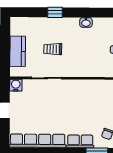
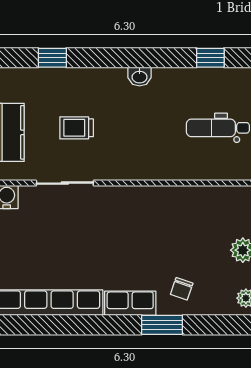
window: (55, 12) -> (52, 58), moved

